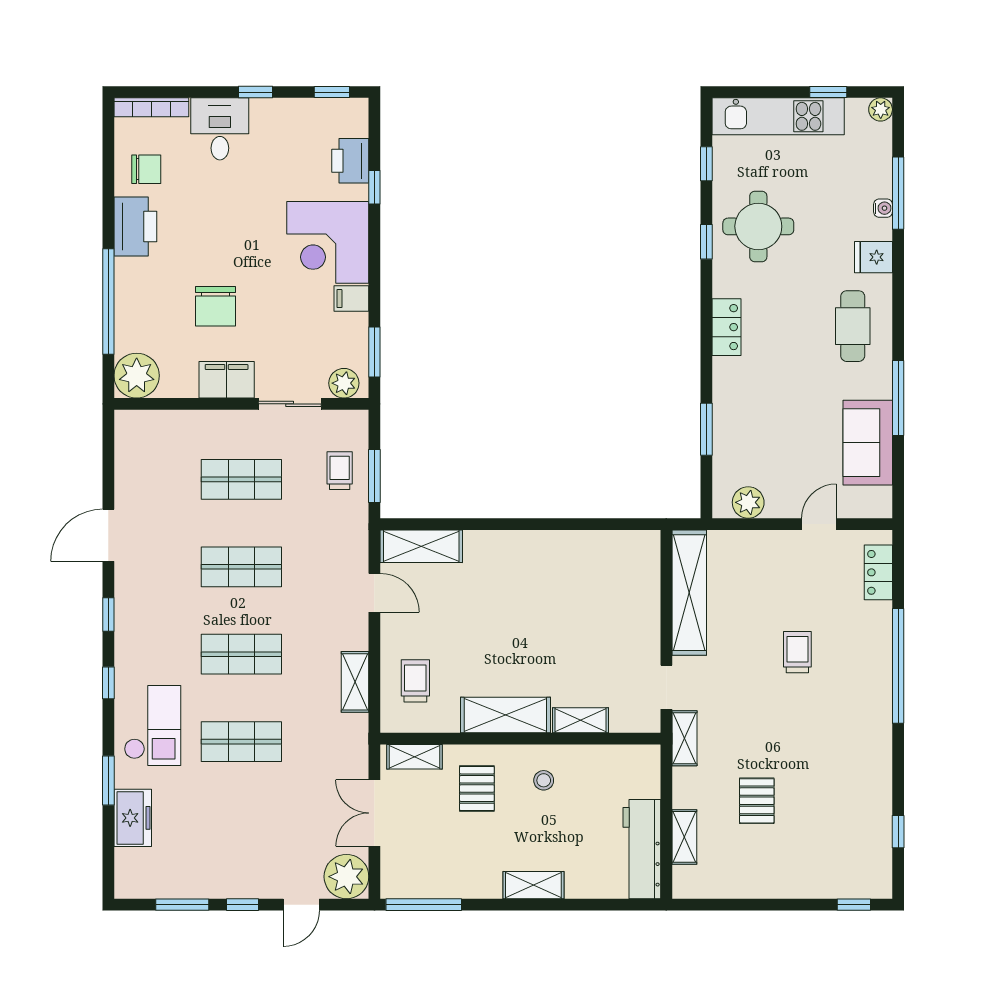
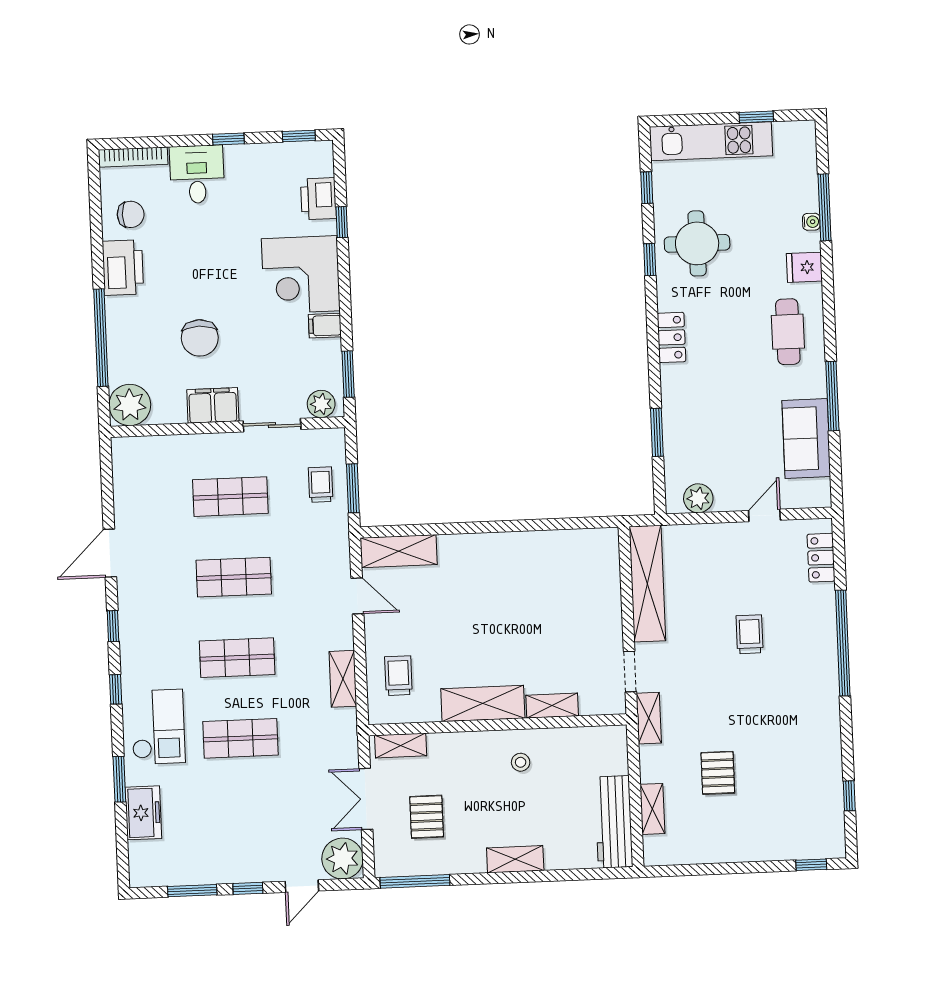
plant: (881, 109) -> (805, 131), removed
pallet: (477, 789) -> (427, 817), moved

